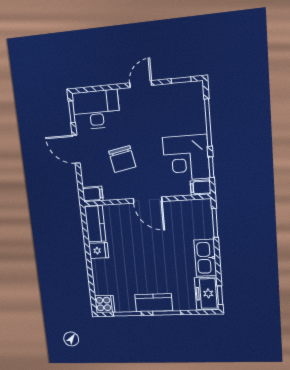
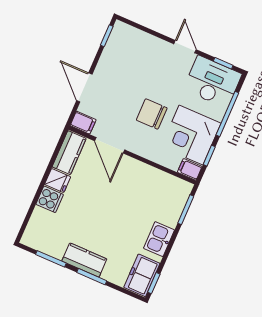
door: (141, 84) -> (185, 47), hinge flipped
desk: (96, 110) -> (212, 82), moved
door: (76, 149) -> (84, 87), moved
chair: (122, 159) -> (152, 114), moved, turned 101
door: (148, 200) -> (110, 145), moved
kitchen sink: (205, 258) -> (159, 239), width x0.73
cooker: (105, 304) -> (50, 199), moved

